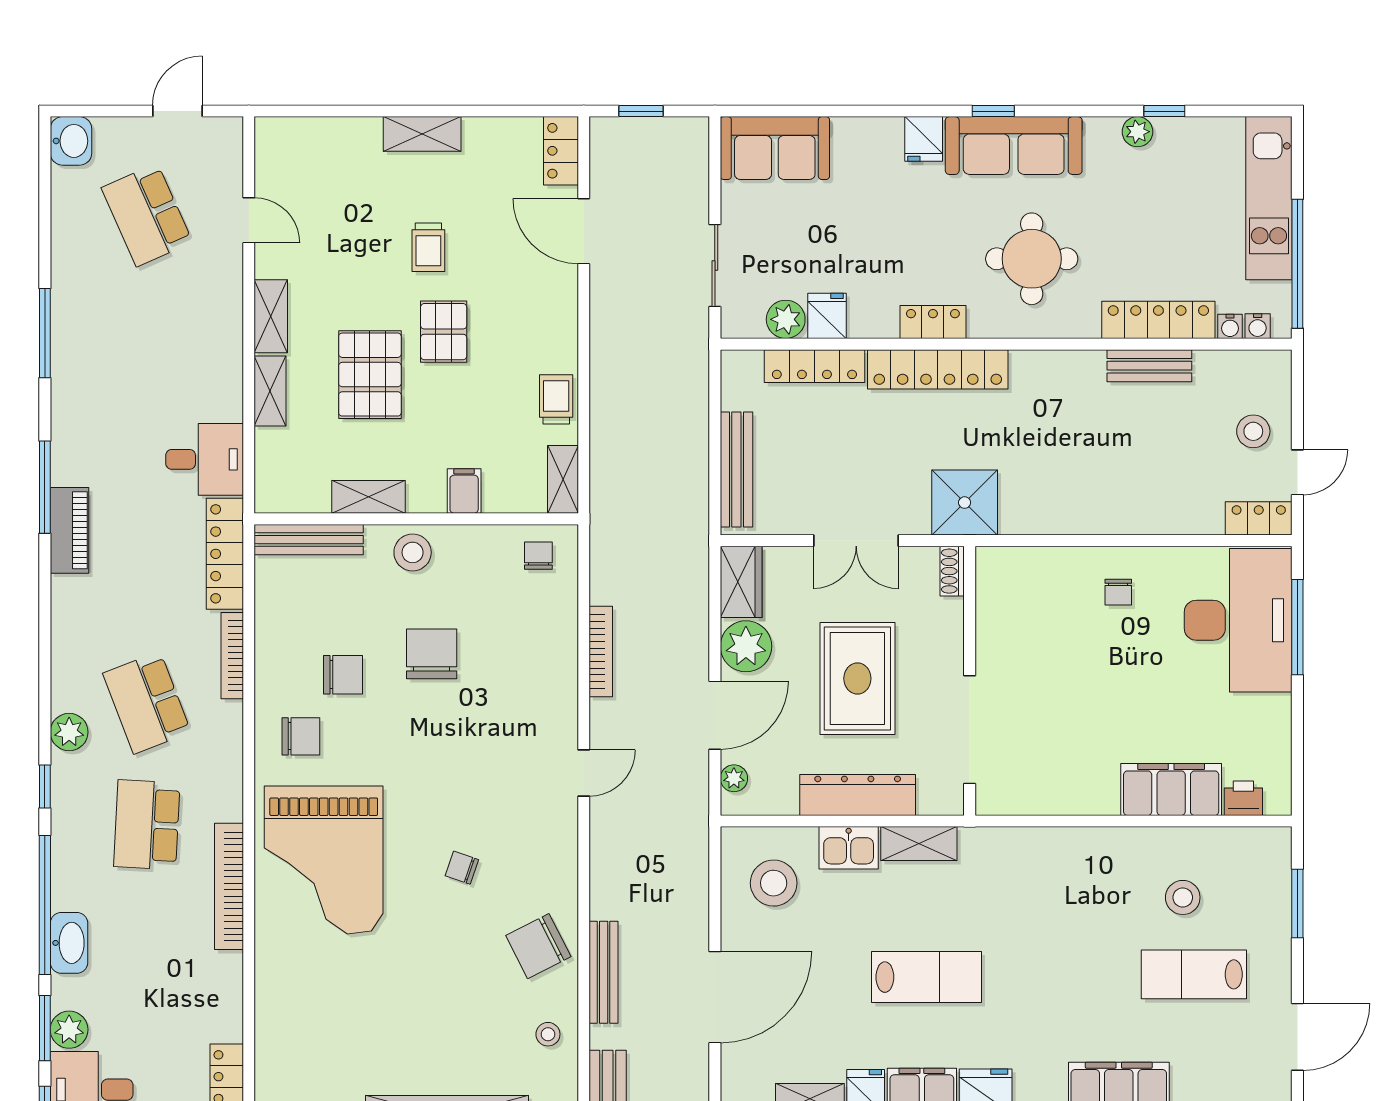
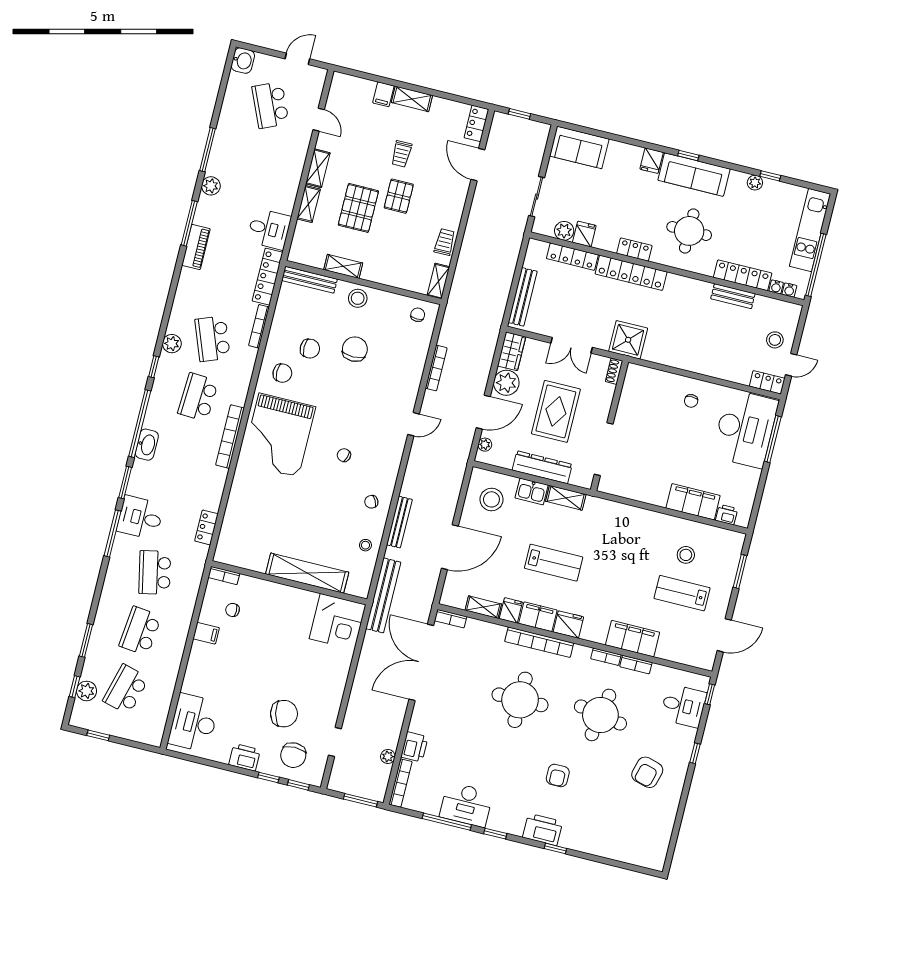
filing cabinet: (464, 491) -> (383, 94), moved, turned 180
chair: (538, 946) -> (371, 502), width x0.54, depth x0.54
plant: (69, 1030) -> (211, 186), moved

